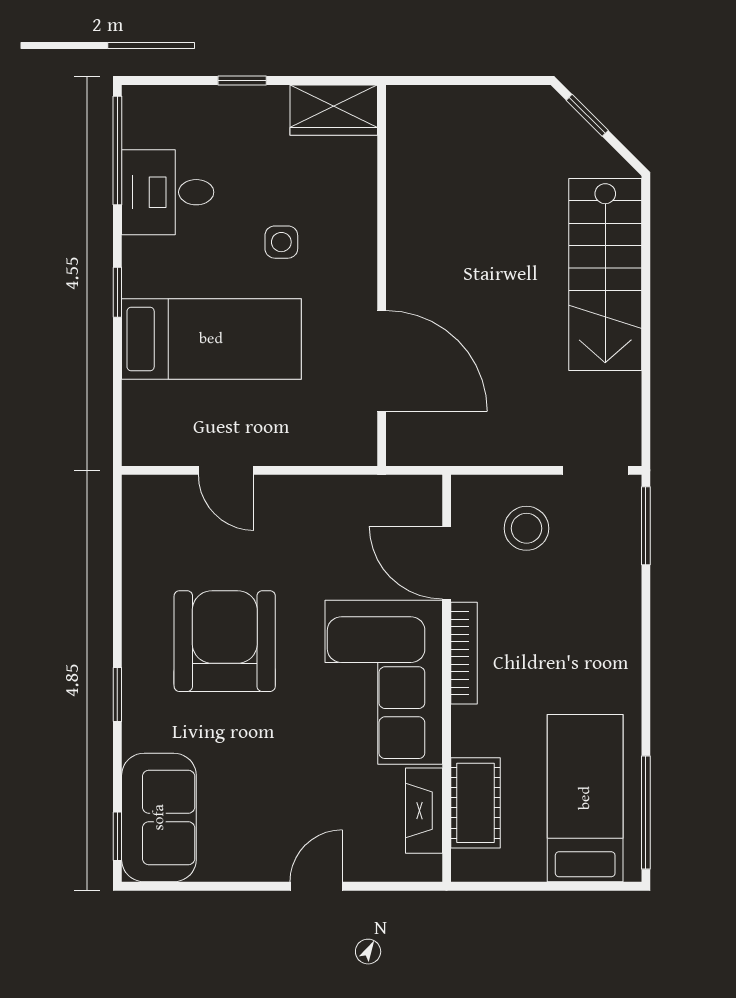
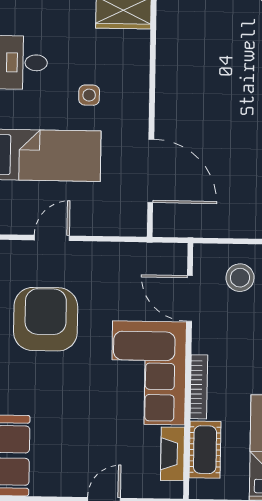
door: (226, 470) -> (52, 238), swing flipped
armchair: (225, 641) -> (46, 319), moved
bookcase: (464, 653) -> (199, 387), moved

